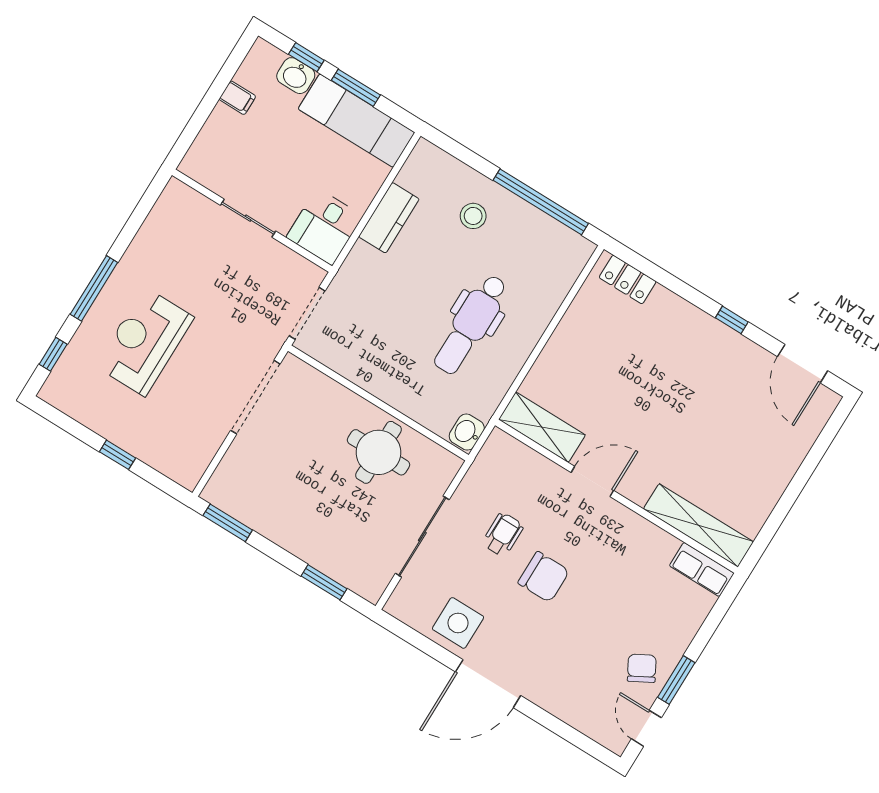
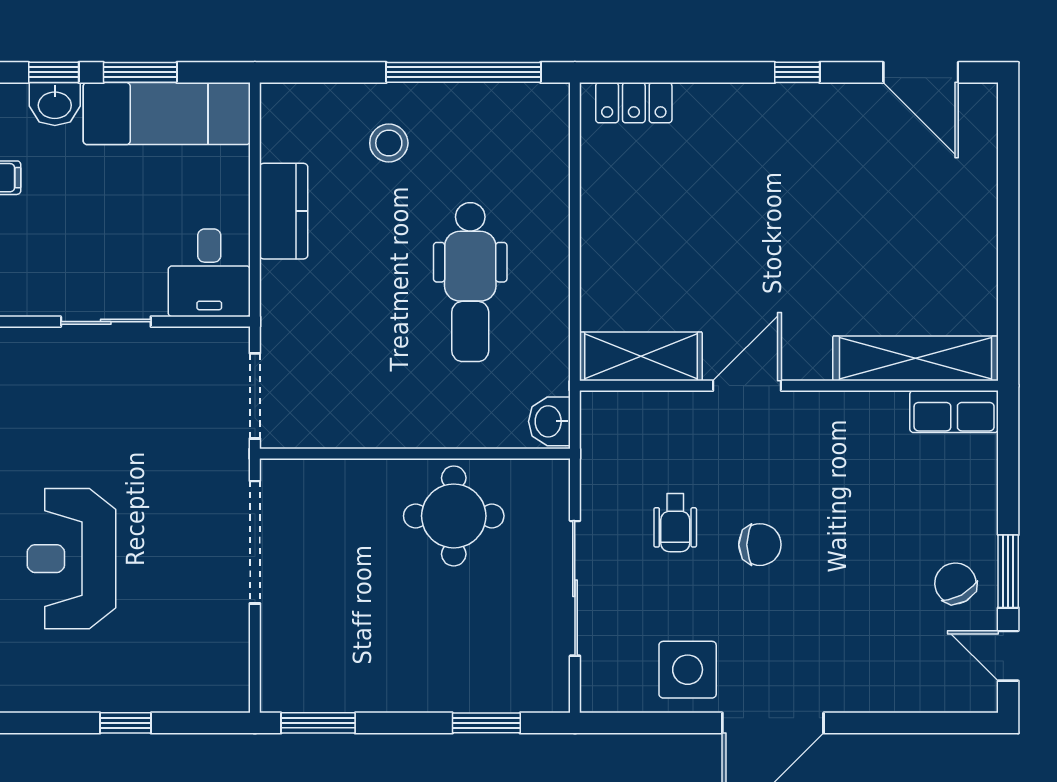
wheelchair: (503, 535) -> (675, 523), turned 180
chair: (544, 577) -> (760, 545), width x0.73, depth x0.73

